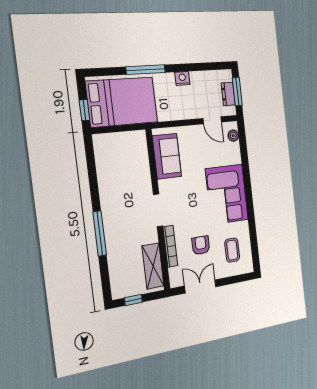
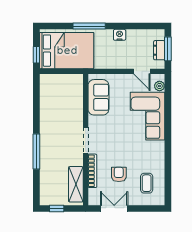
corner sofa: (227, 194) -> (148, 116), moved

